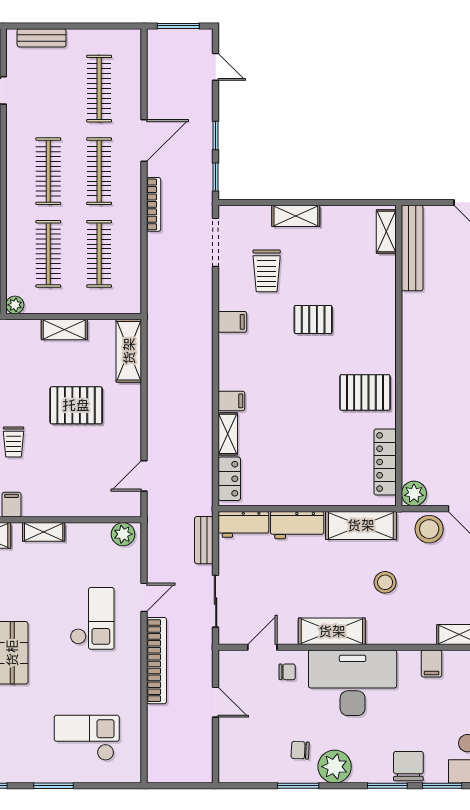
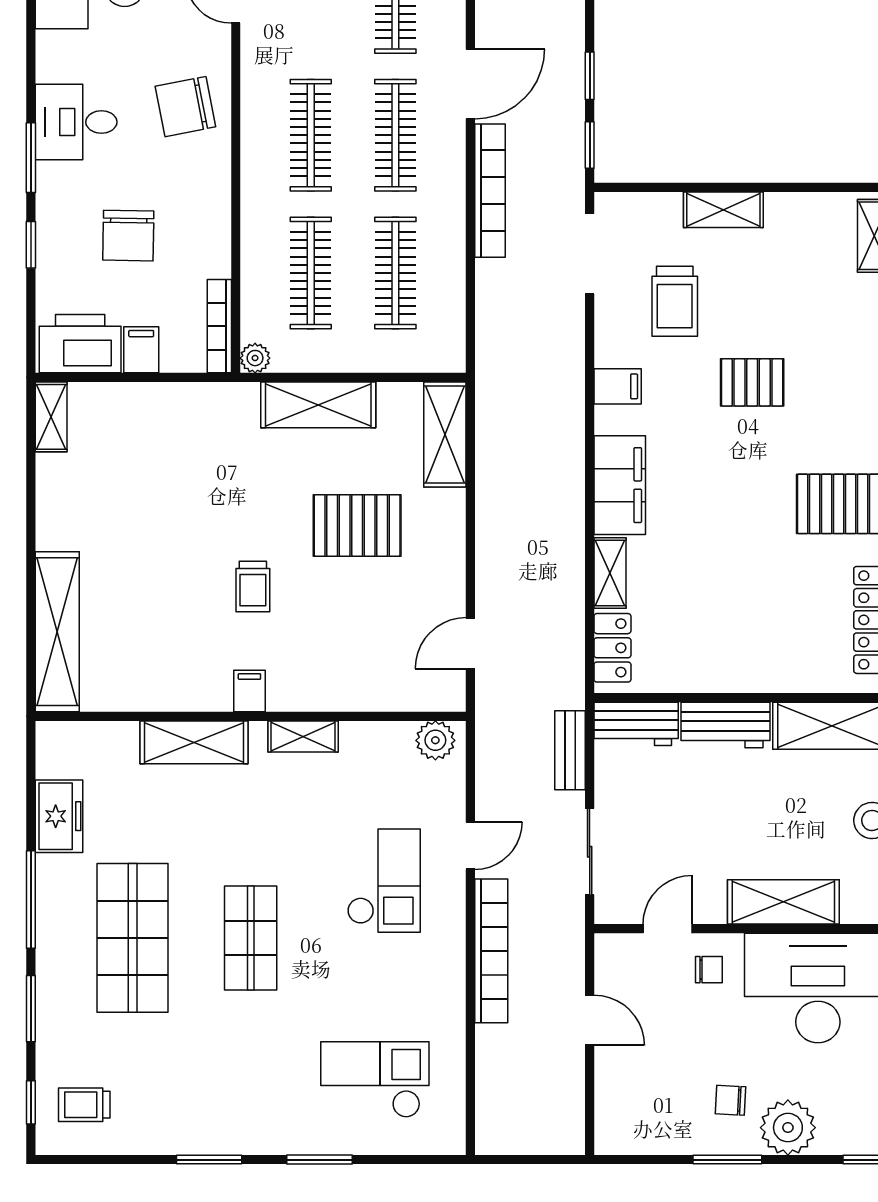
bookcase: (154, 204) -> (490, 191), width x1.48, depth x1.31
shelving: (64, 329) -> (318, 405), width x1.50, depth x1.33
filing cabinet: (231, 401) -> (620, 485), width x3.00, depth x1.17

